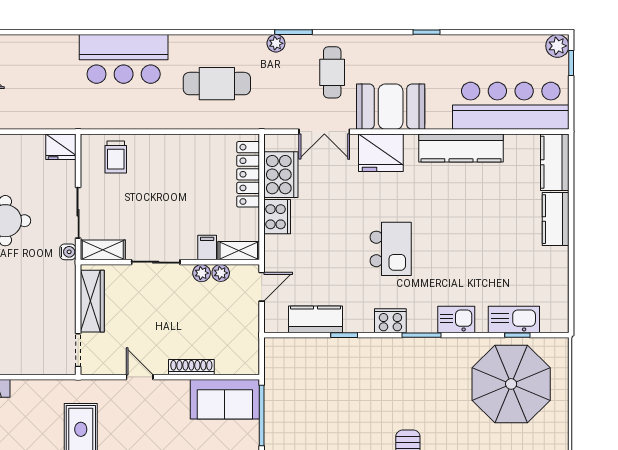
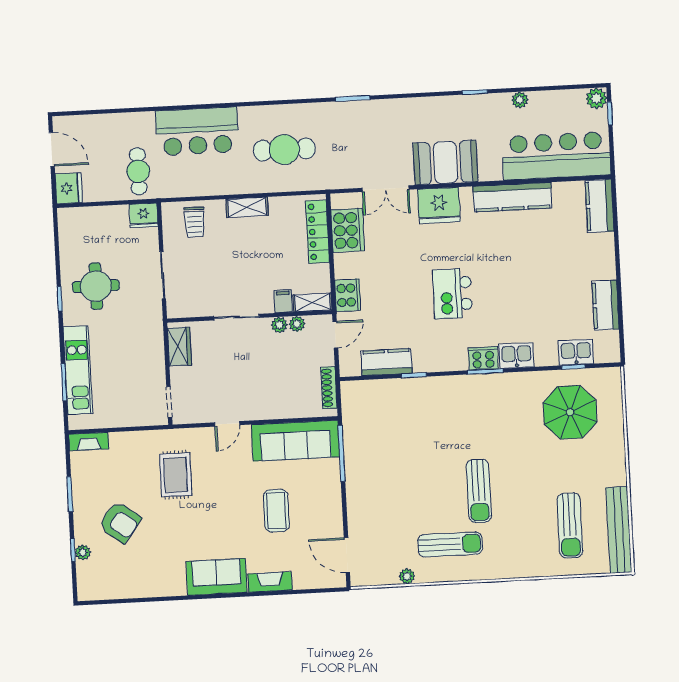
plant: (276, 43) -> (520, 100), moved
cafe table: (332, 72) -> (138, 171), moved
cooker: (277, 217) -> (348, 295), moved
kitchen counter: (556, 219) -> (606, 305), moved
kitchen island: (391, 249) -> (452, 294), turned 180
shelving: (103, 250) -> (247, 207), moved
water cooler: (68, 252) -> (155, 312), removed
wardrobe: (92, 301) -> (179, 347), width x0.67
kitchen sink: (514, 319) -> (576, 352), width x0.73
cooker: (390, 321) -> (483, 358), moved
shoe rack: (191, 367) -> (329, 388), moved, turned -90
door: (140, 377) -> (227, 424), swing flipped
parasol: (511, 384) -> (570, 412), width x0.73, depth x0.73
sofa: (225, 399) -> (295, 441), width x1.36

